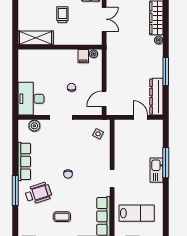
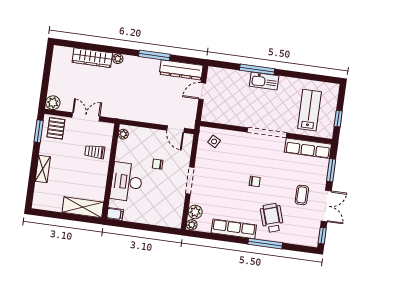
trolley: (62, 15) -> (95, 152), moved
shelving: (36, 38) -> (83, 207), moved, turned 90
filing cabinet: (83, 56) -> (115, 214), moved
desk: (31, 99) -> (127, 182), moved, turned 90
plant: (23, 124) -> (192, 225), added
doorway: (112, 179) -> (267, 133), width x1.88

